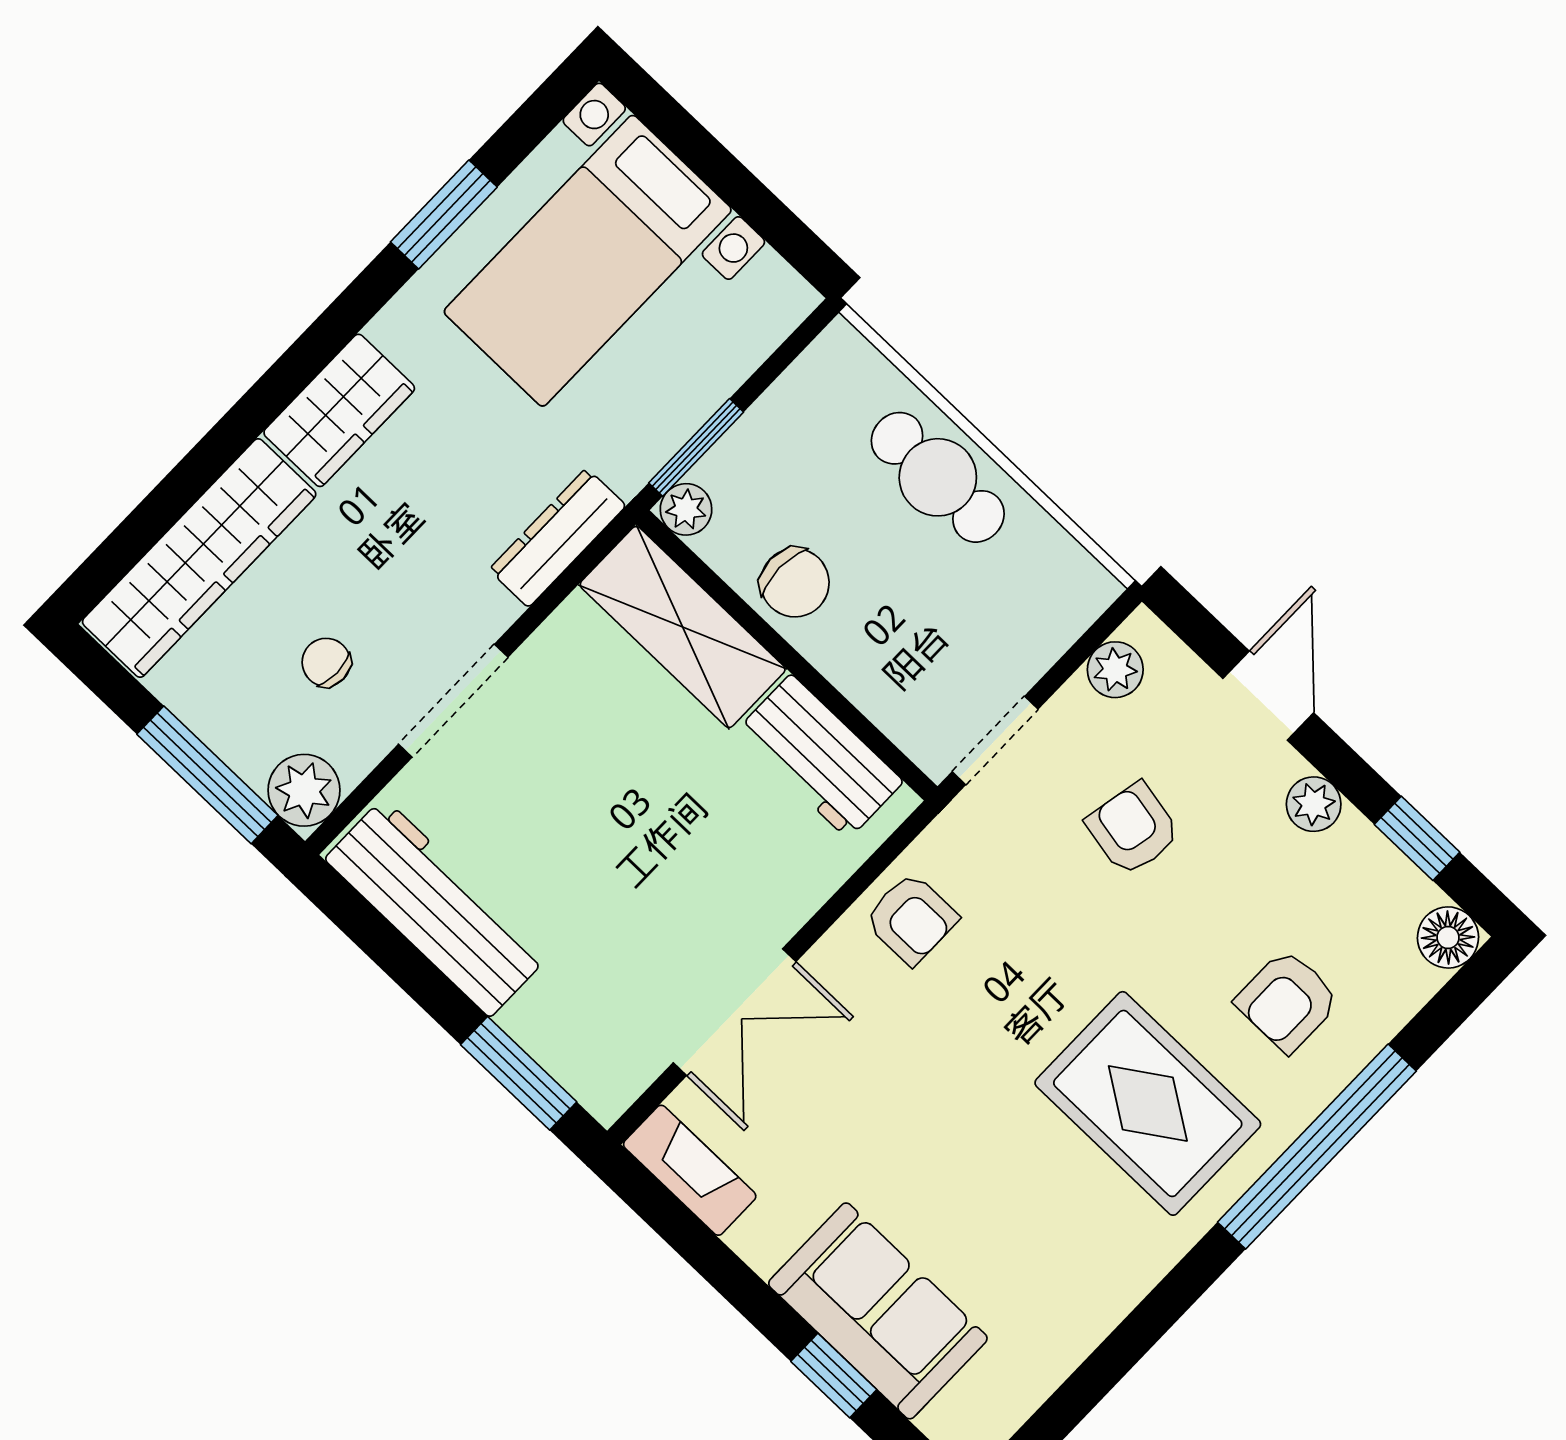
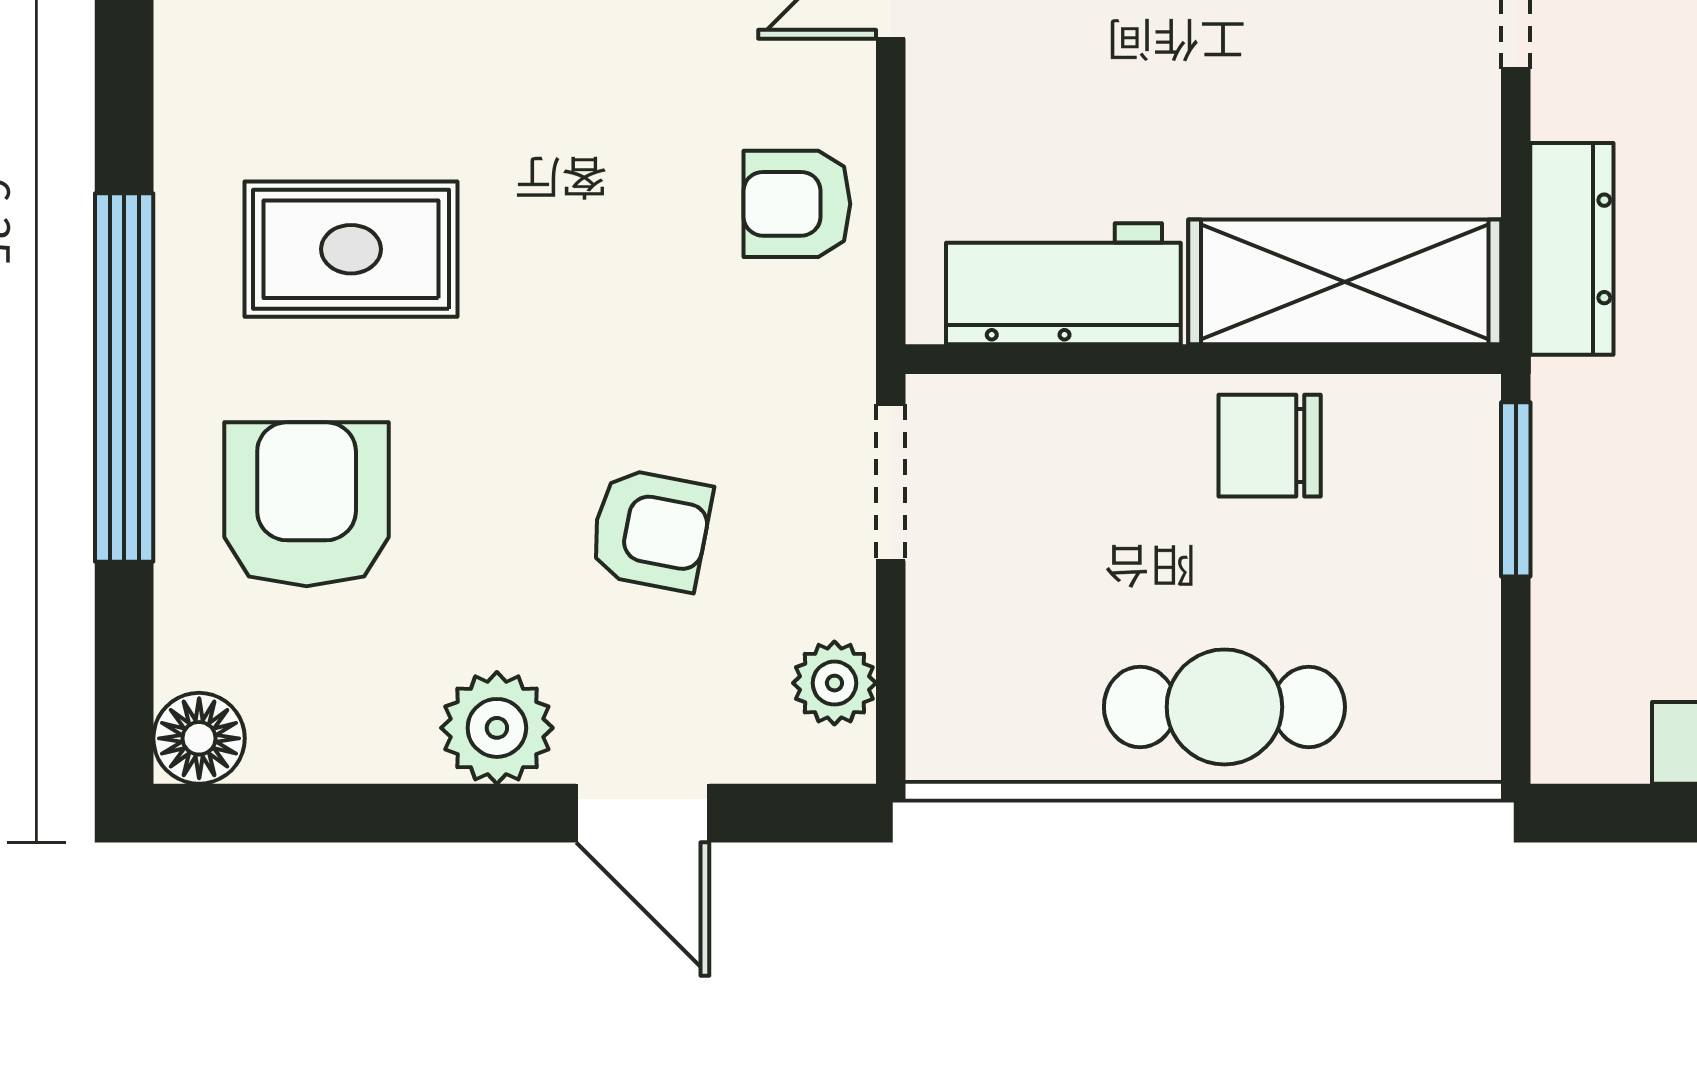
plant: (686, 509) -> (1463, 412), removed
plant: (1314, 804) -> (497, 728), width x1.38, depth x1.38
window: (1417, 838) -> (335, 813), removed
armchair: (1288, 1001) -> (307, 504), width x1.38, depth x1.38
rug: (1148, 1103) -> (351, 249), width x0.73, depth x0.70

